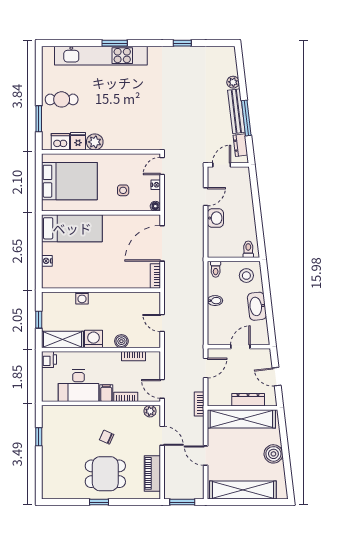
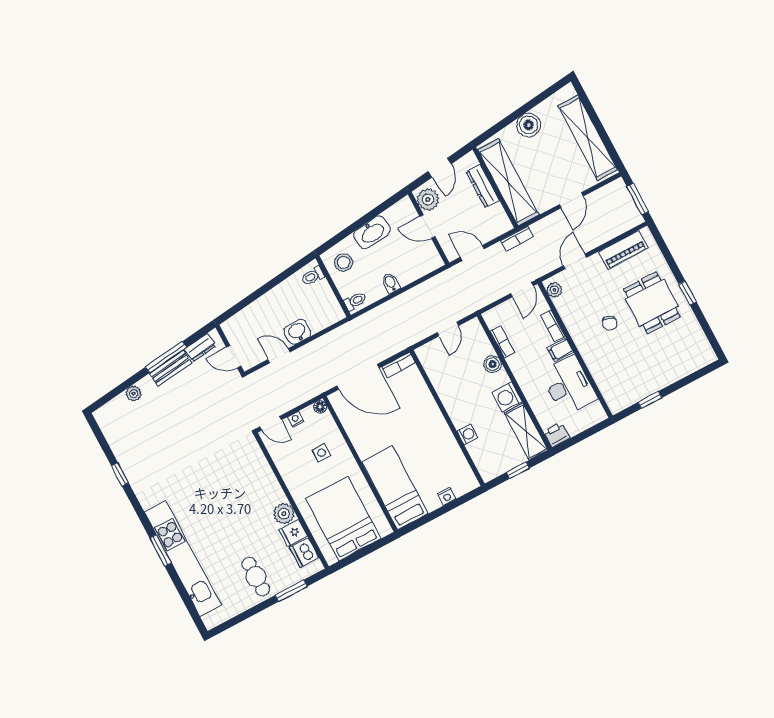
bench: (236, 111) -> (170, 368), width x0.73
plant: (259, 357) -> (428, 200), added

